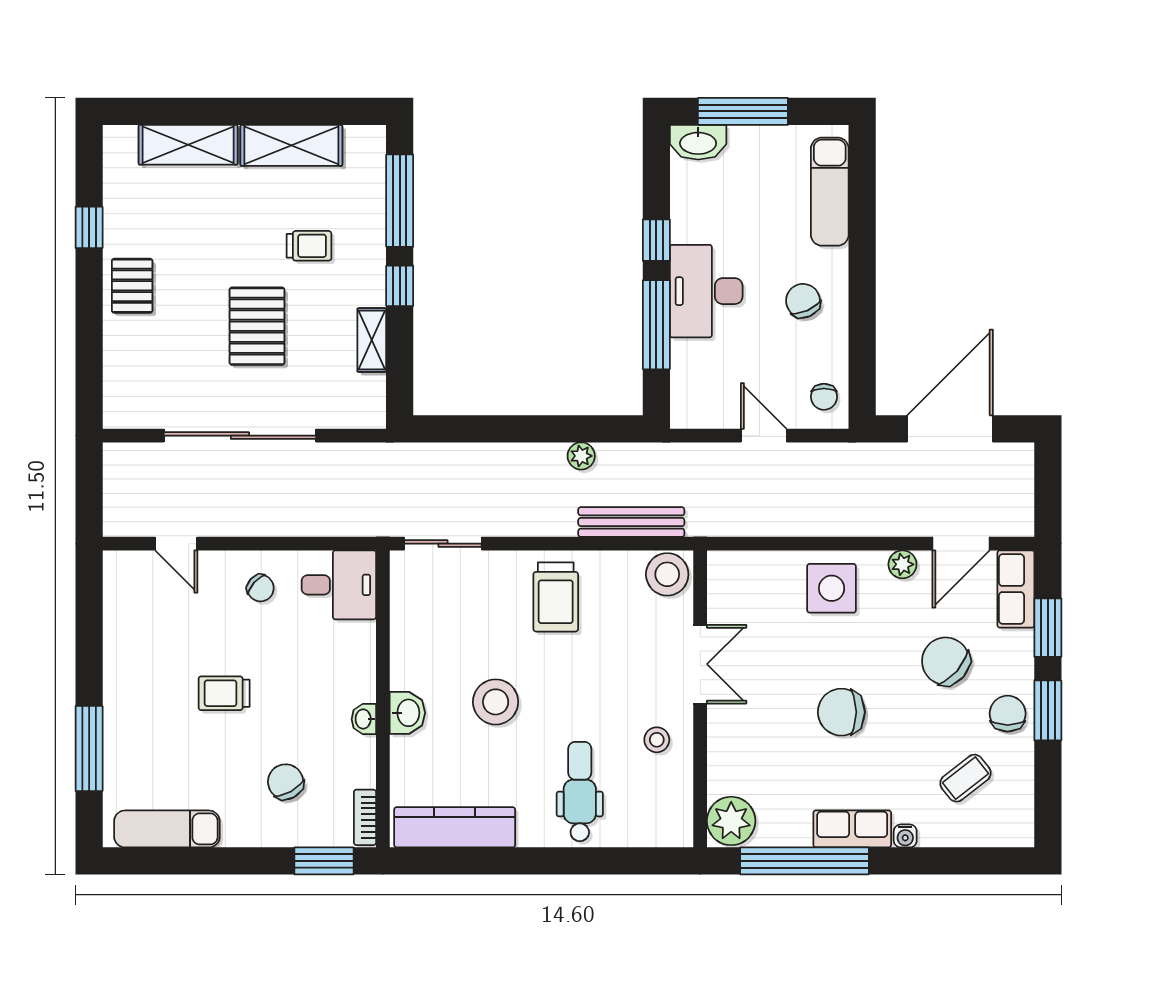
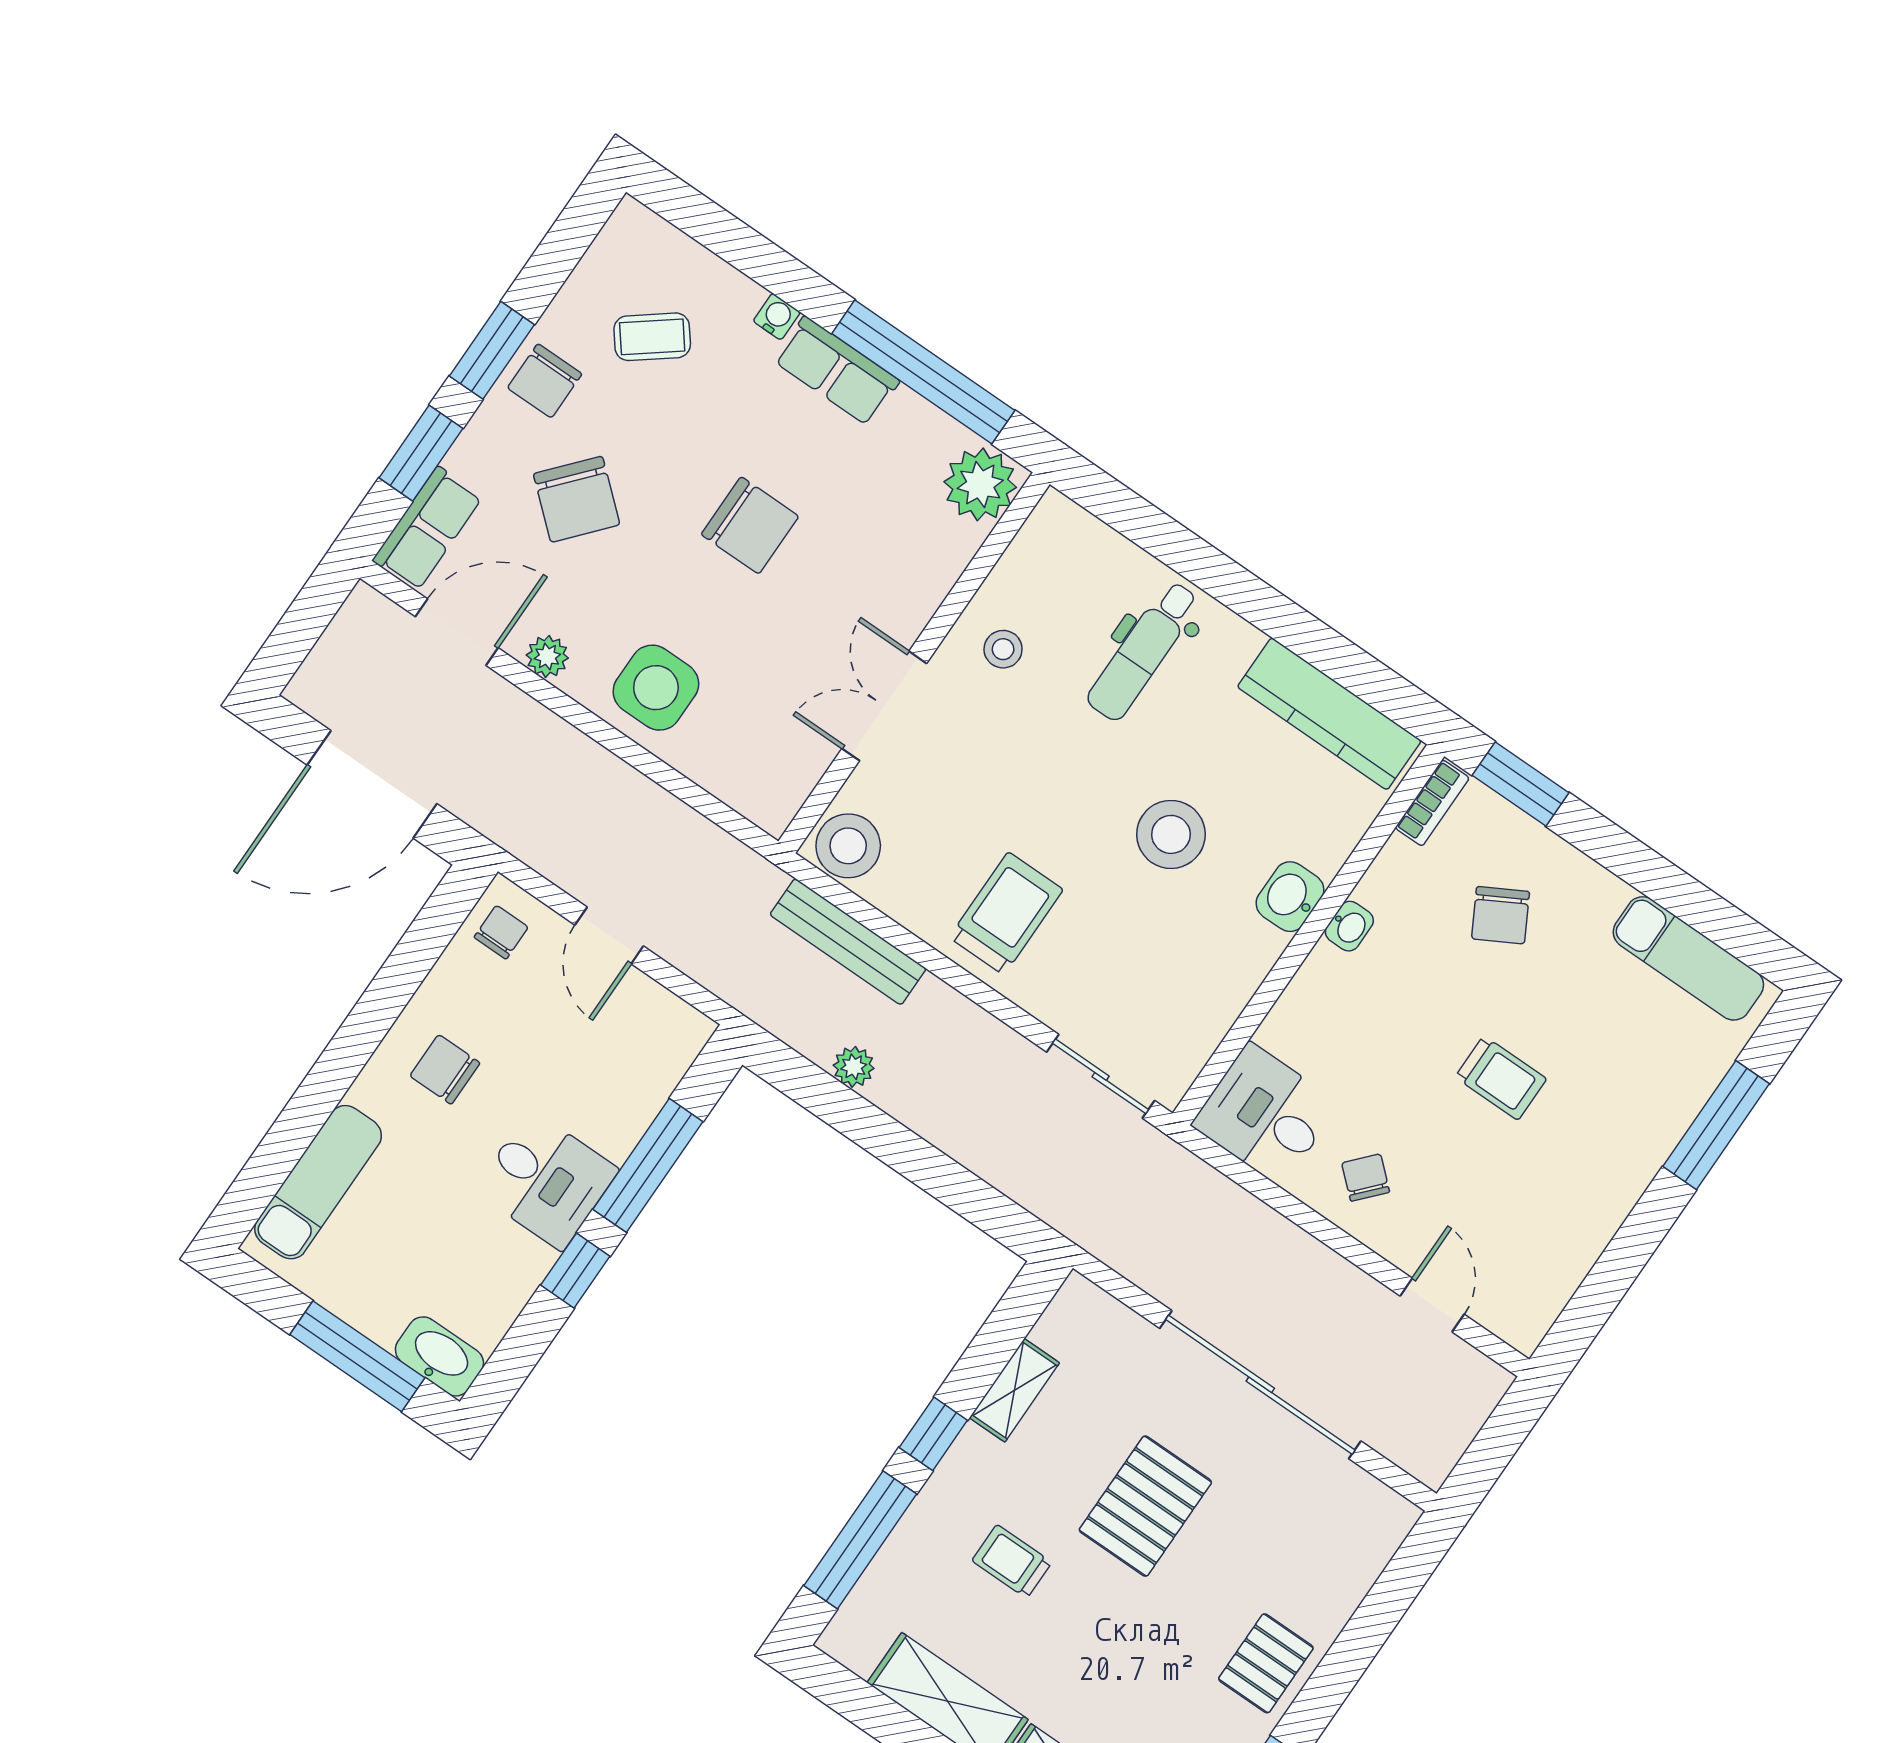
desk: (706, 291) -> (546, 1180), width x0.73
chair: (803, 301) -> (445, 1069), turned 114

